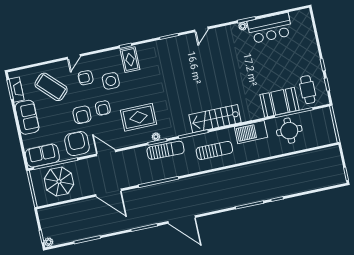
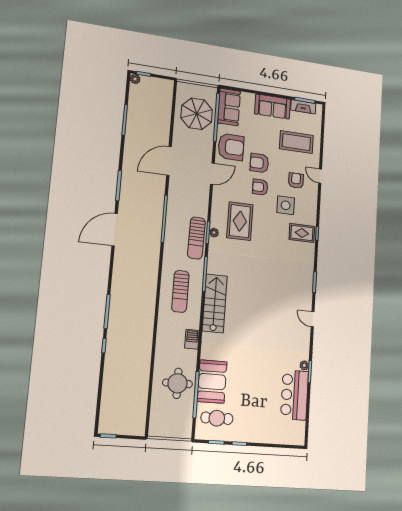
coffee table: (51, 87) -> (296, 142), turned 45
barbecue: (251, 132) -> (192, 339), width x0.53, depth x0.65

